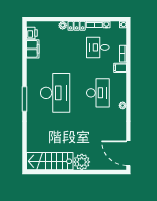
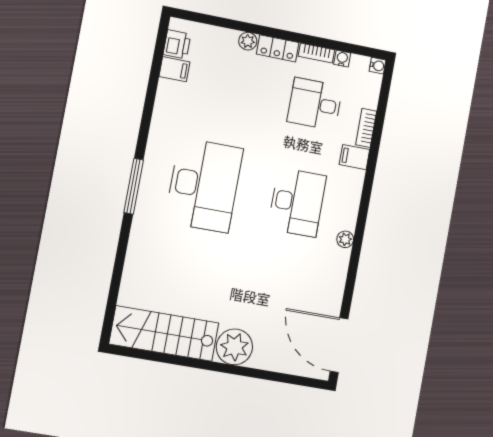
filing cabinet: (33, 49) -> (174, 69), width x0.50

